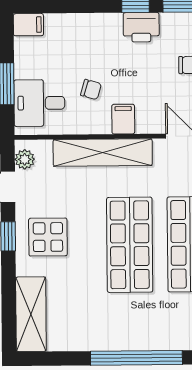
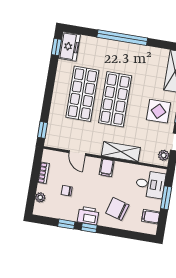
filing cabinet: (28, 25) -> (151, 217), moved
chair: (91, 89) -> (117, 209), moved, width x1.87, depth x1.87
shelving: (103, 153) -> (121, 152), width x0.68

